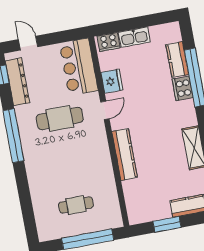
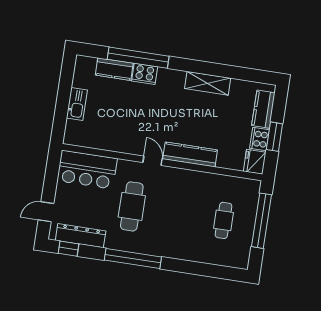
cooker: (109, 42) -> (260, 139), moved, turned 180
fridge: (112, 81) -> (255, 162), moved, turned -90
door: (105, 110) -> (153, 161), moved

